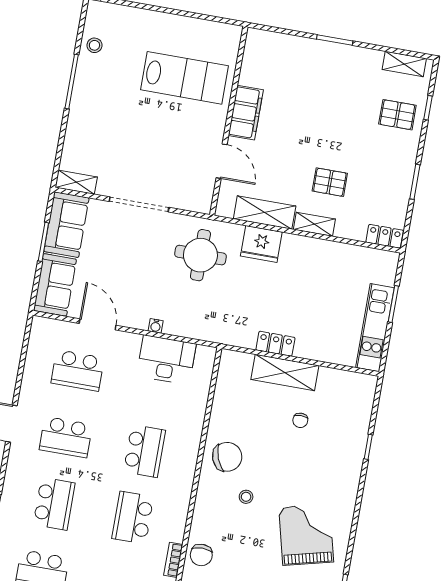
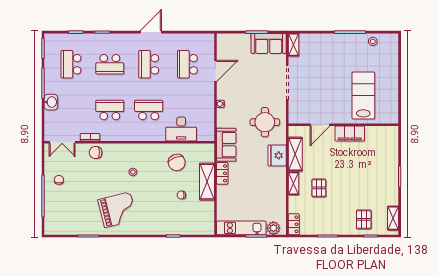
lab bench: (184, 78) -> (363, 95), turned 180
plant: (385, 272) -> (273, 228), added
sofa: (55, 285) -> (226, 145), moved, turned -90
desk: (166, 360) -> (181, 129), moved, turned 90
school desk: (144, 451) -> (149, 110), turned 180
chair: (227, 457) -> (177, 162), moved

